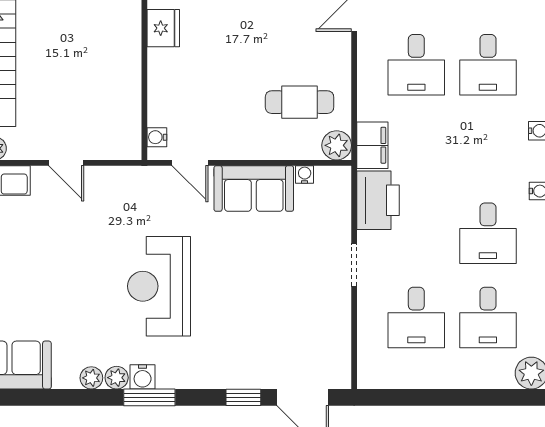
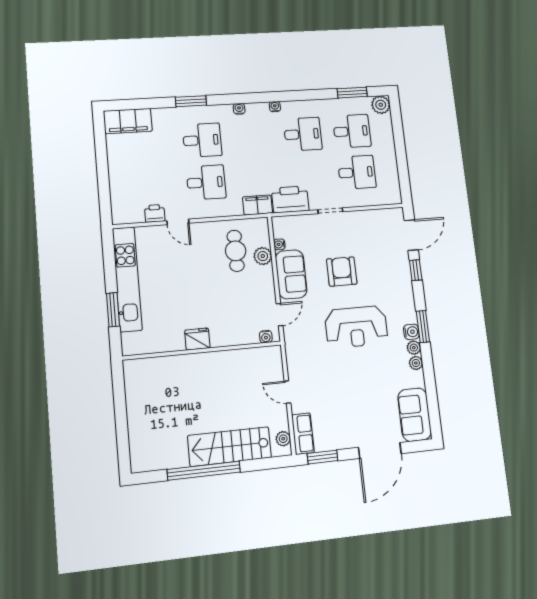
plant: (337, 145) -> (263, 256), moved
door: (66, 163) -> (287, 392), swing flipped
armchair: (251, 273) -> (342, 271), added

